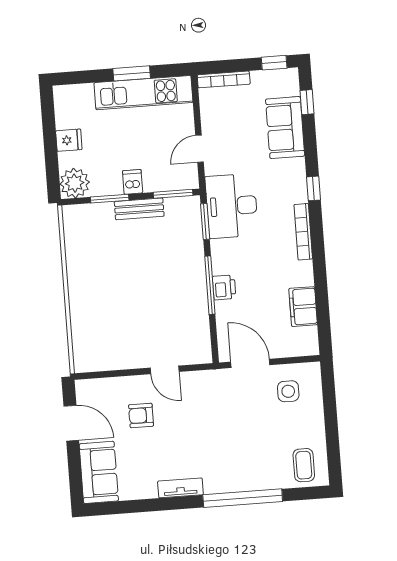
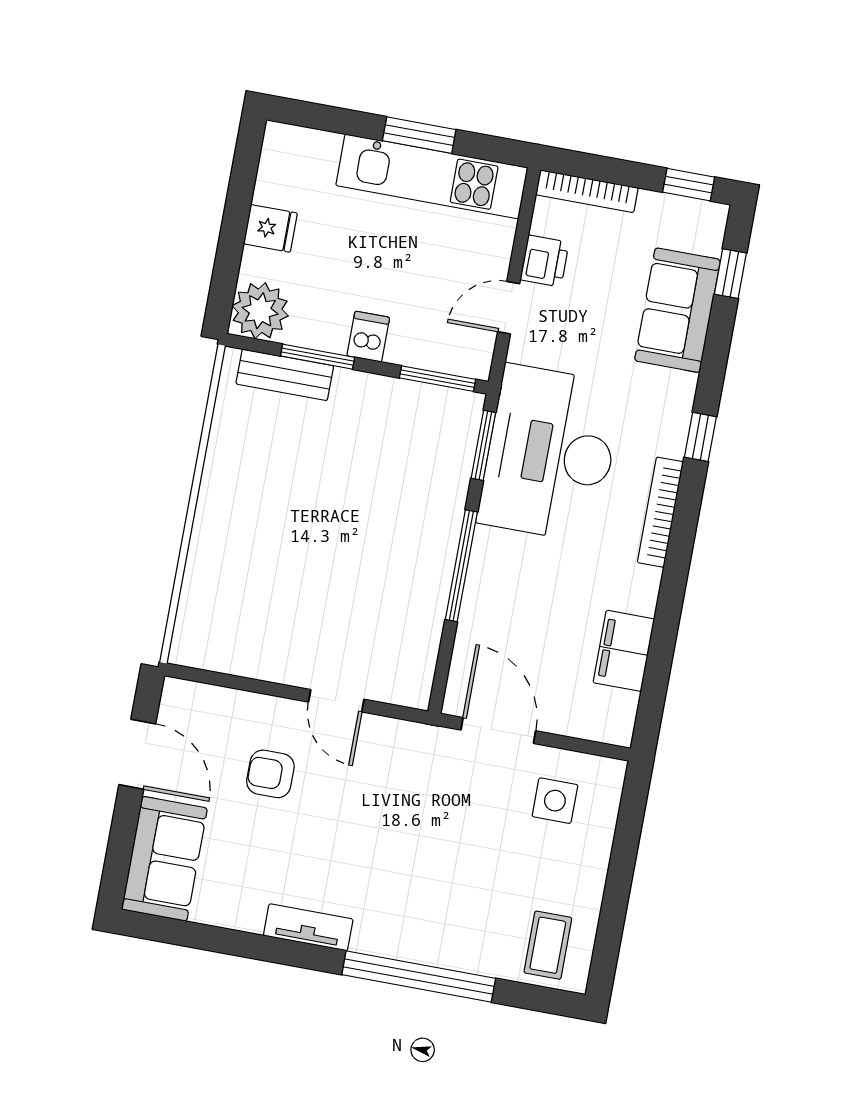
desk: (232, 206) -> (550, 453), width x1.36, depth x1.30
bench: (139, 209) -> (285, 375), moved
printer: (224, 287) -> (545, 261), moved

